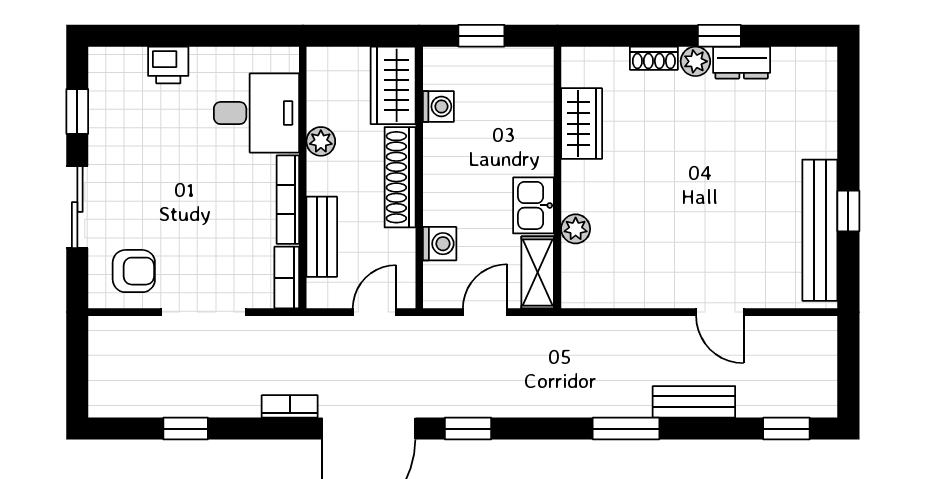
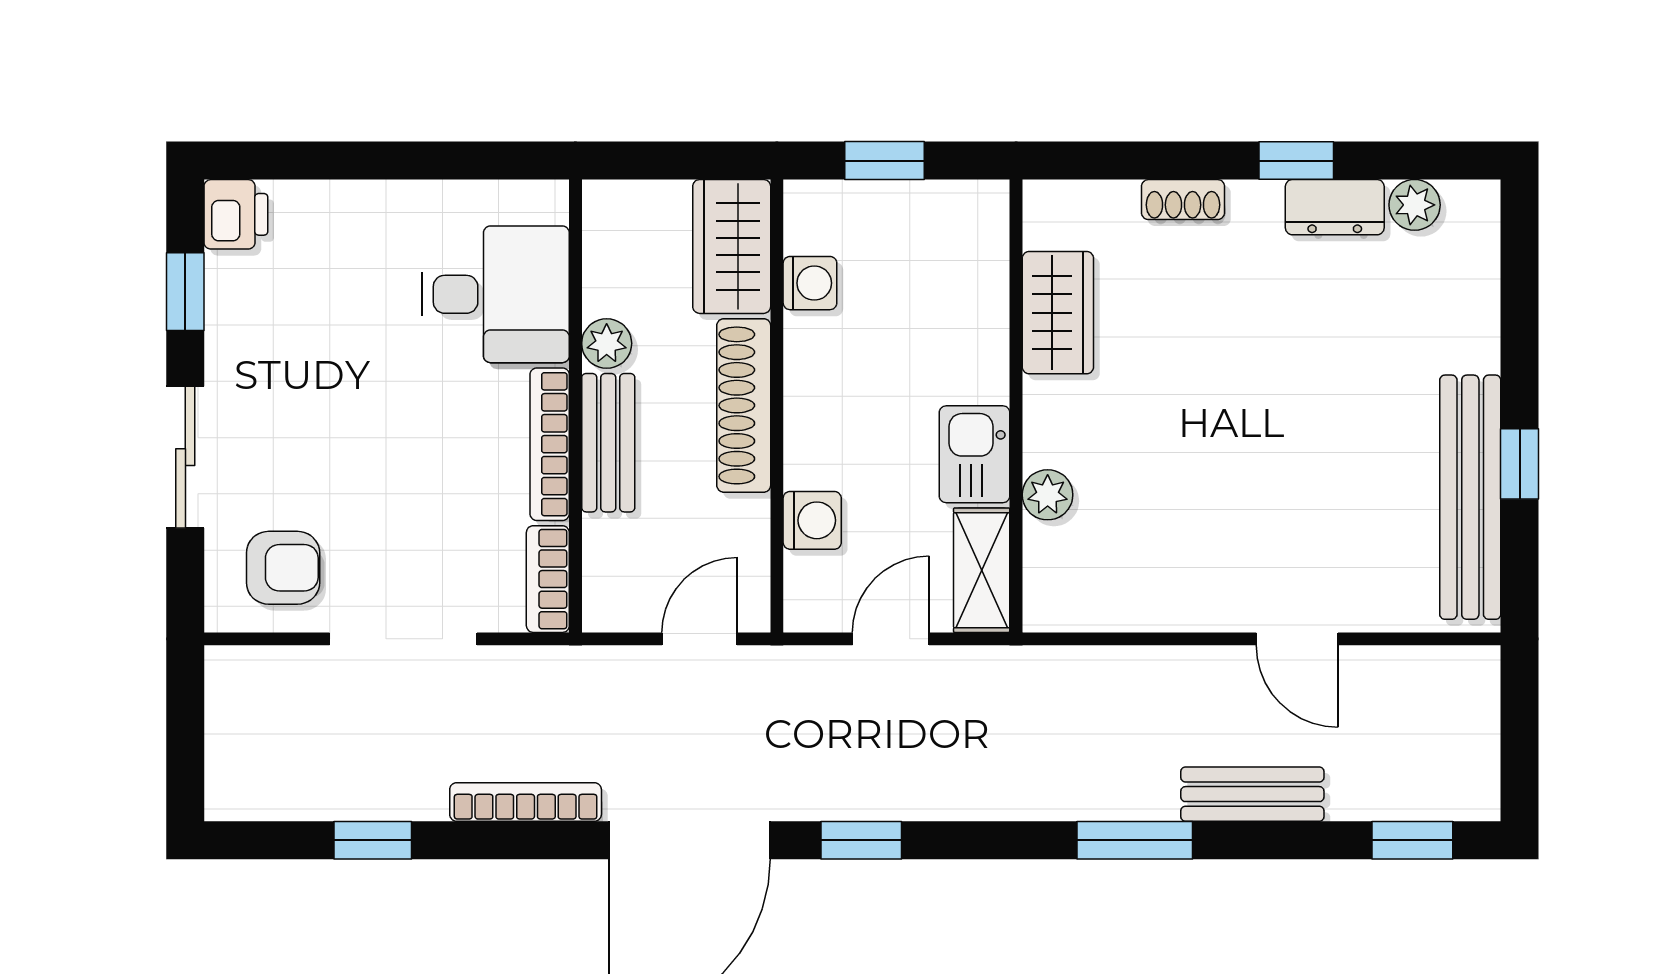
plant: (695, 61) -> (1415, 205), moved
printer: (168, 65) -> (236, 214), moved, turned -90
bench: (322, 237) -> (608, 443), moved
bookcase: (290, 406) -> (526, 802), width x1.56

